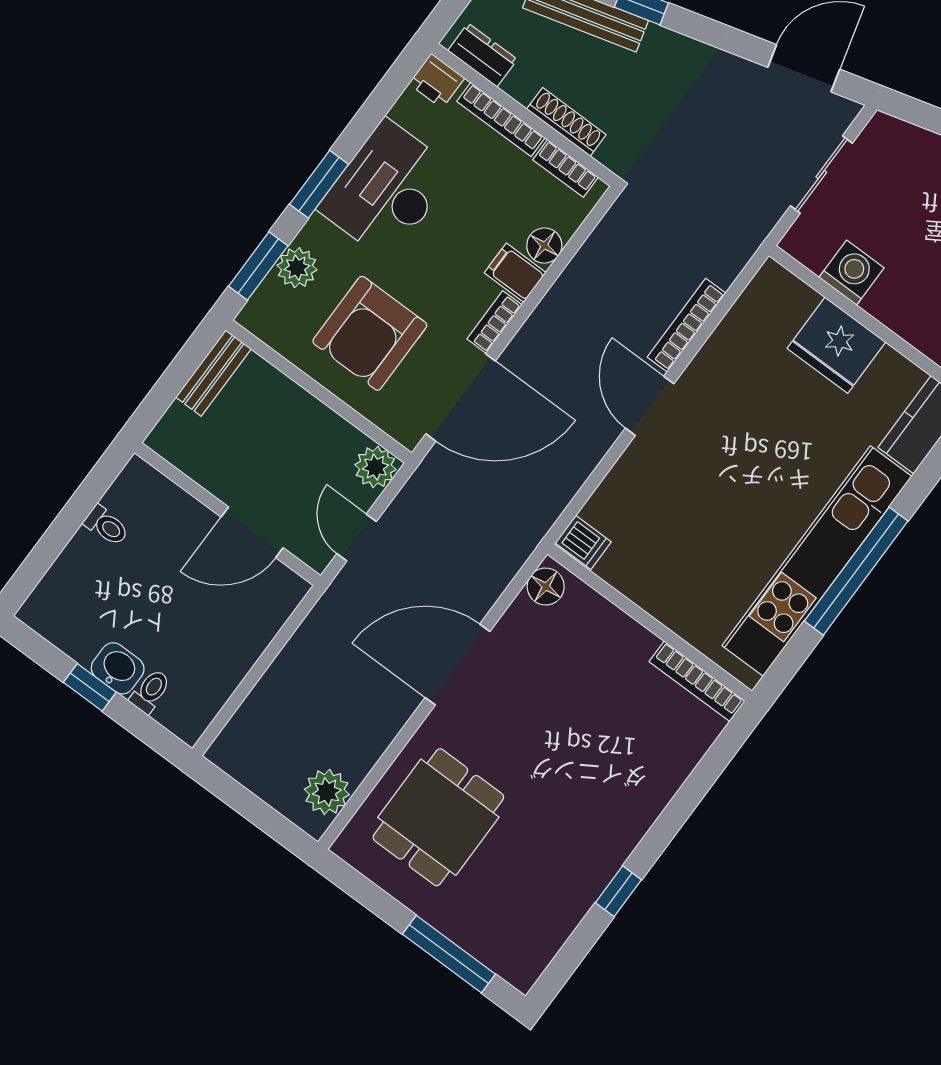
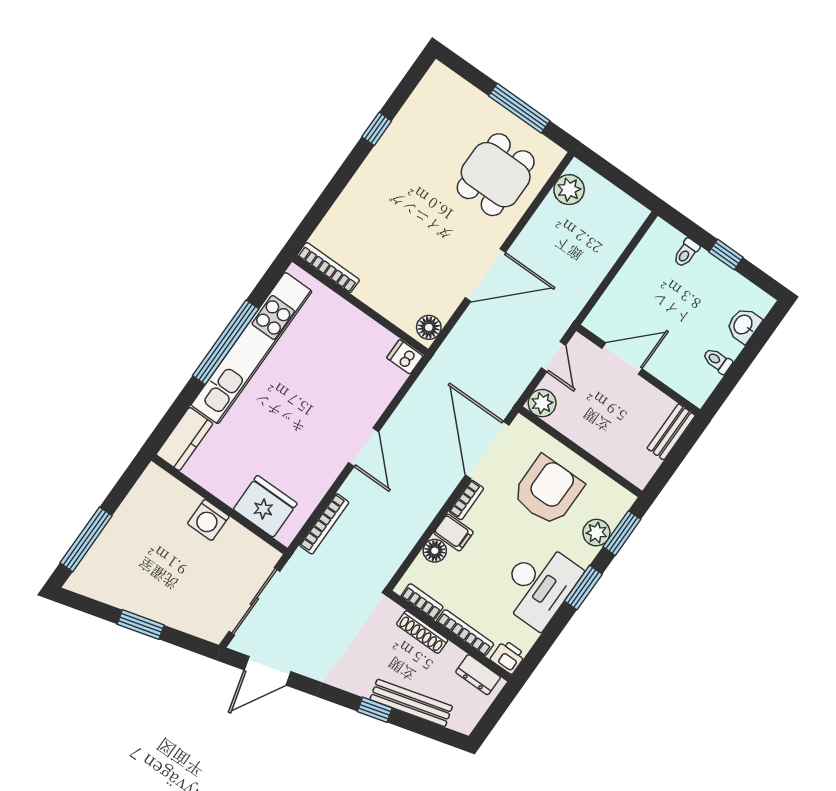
sliding door: (821, 175) -> (254, 601), width x1.37
washing machine: (851, 273) -> (208, 520), moved
bookcase: (686, 325) -> (324, 524), moved
fridge: (836, 345) -> (265, 506), moved
bench: (213, 373) -> (671, 432), moved
door: (461, 397) -> (487, 450), hinge flipped
washbasin: (118, 668) -> (744, 325), moved, turned 90
window: (449, 954) -> (519, 108), moved

